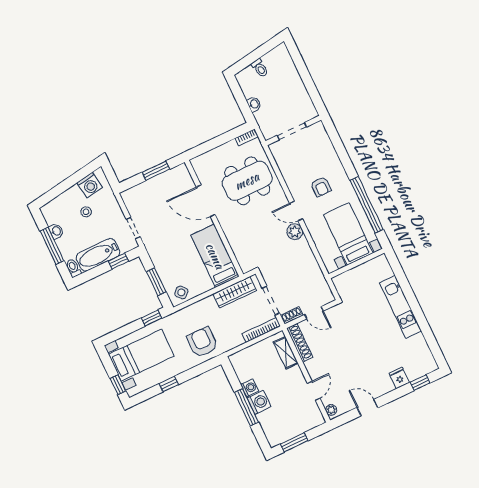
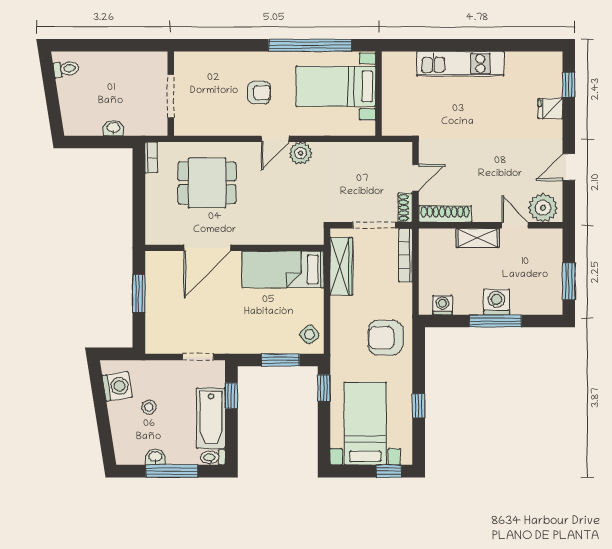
toilet: (260, 68) -> (66, 69), moved
dining table: (247, 181) -> (207, 183), width x0.73
shelving: (286, 353) -> (478, 238), moved
washing machine: (250, 388) -> (442, 305), moved
plant: (331, 410) -> (543, 208), width x1.88, depth x1.88

